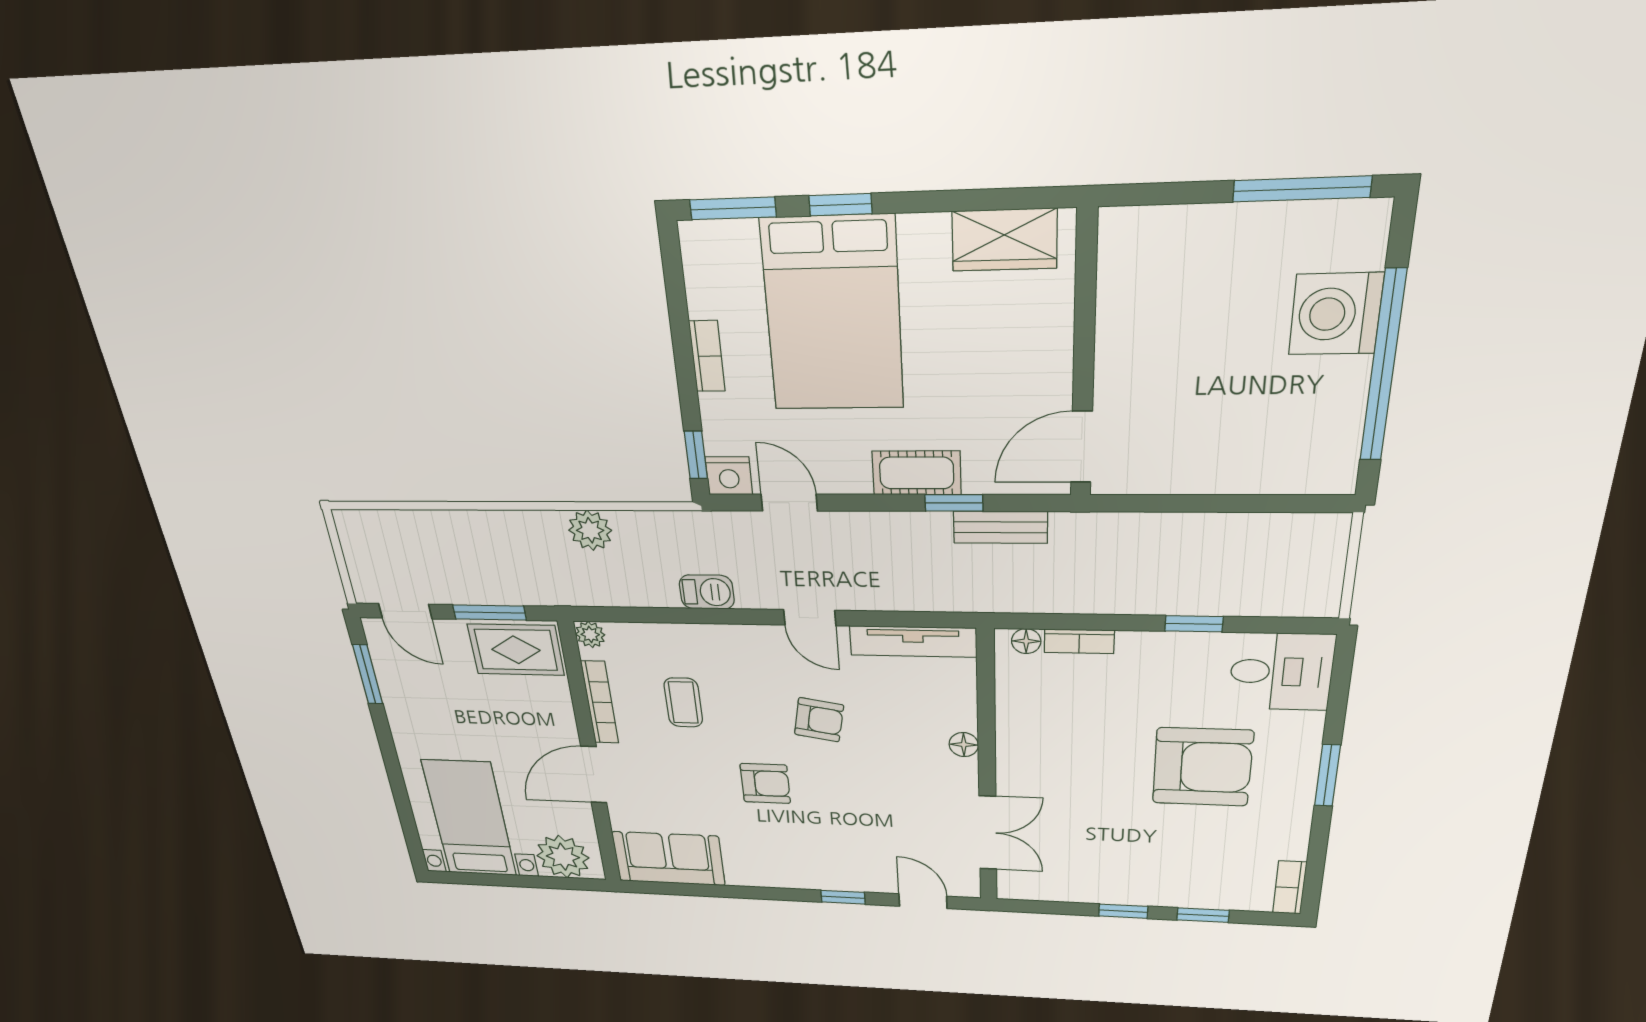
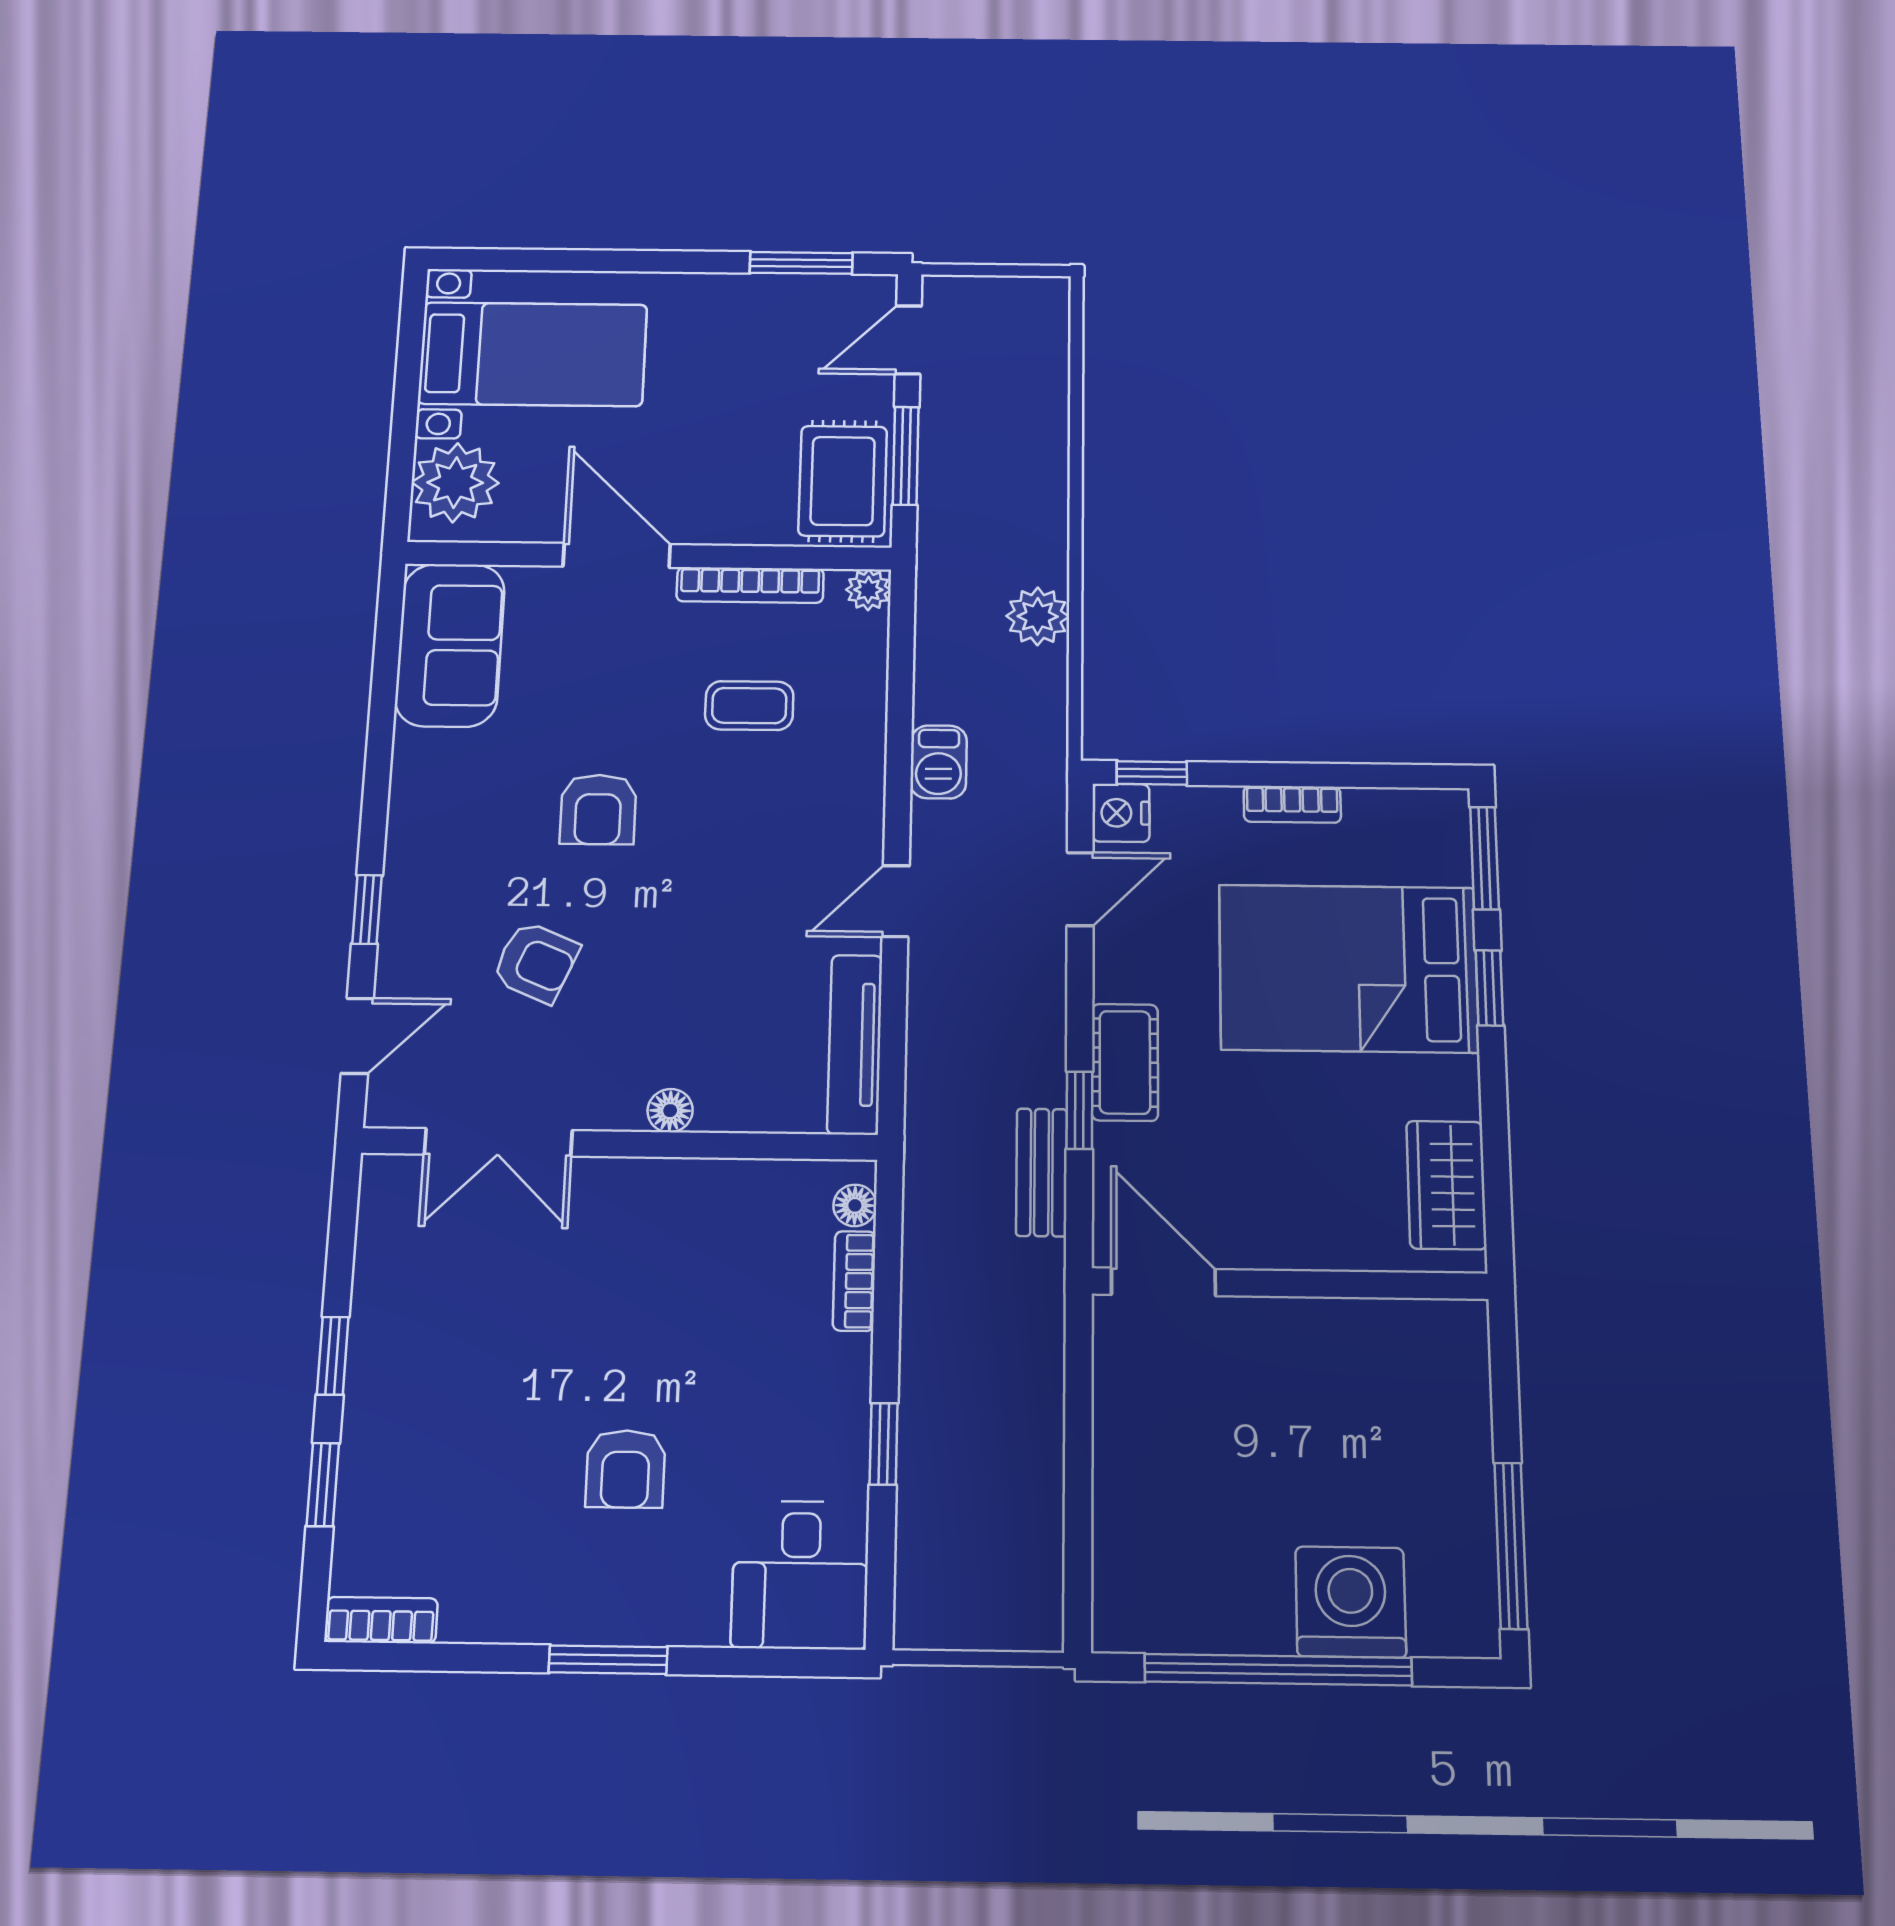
armchair: (819, 720) -> (536, 962), moved, turned -77
armchair: (1203, 767) -> (625, 1469), width x0.53, depth x0.53

